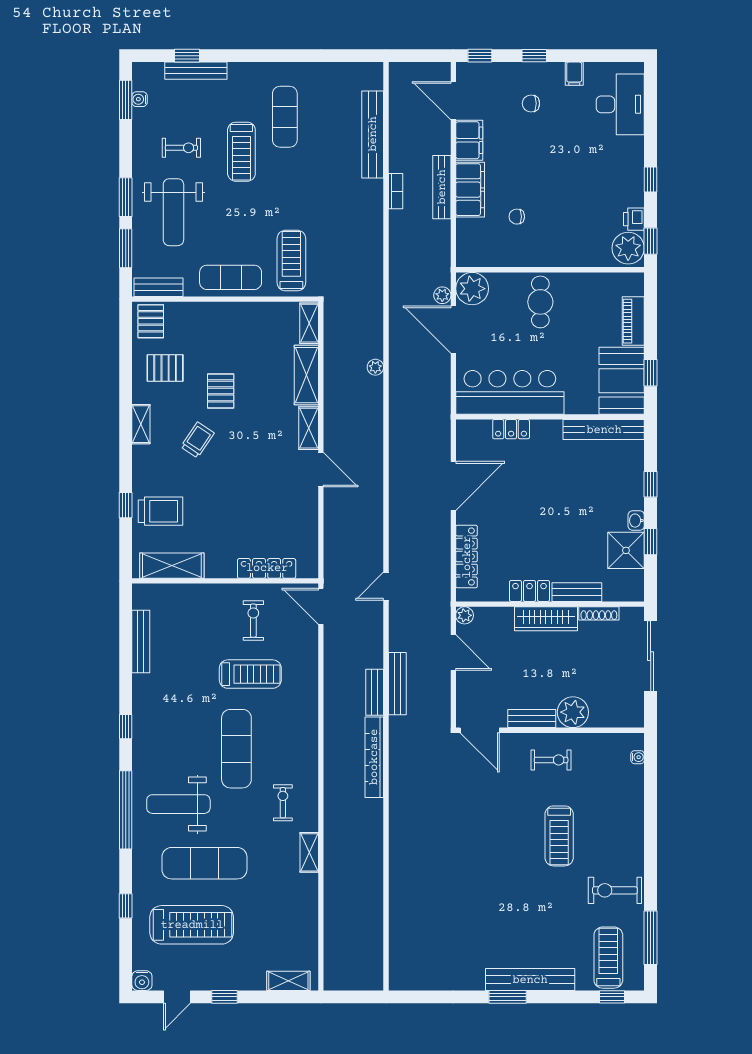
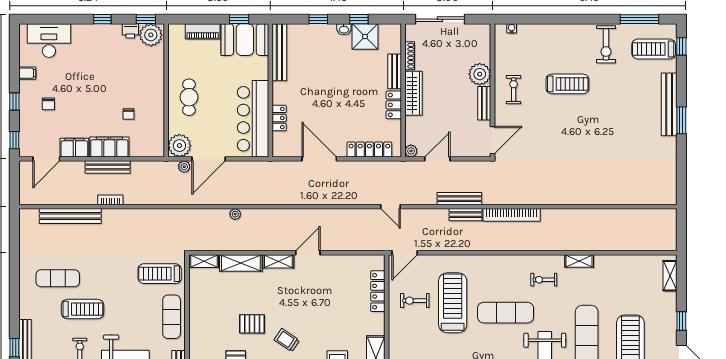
cafe table: (540, 302) -> (189, 97), turned 90
treadmill: (250, 674) -> (453, 303), width x1.37, depth x1.38

